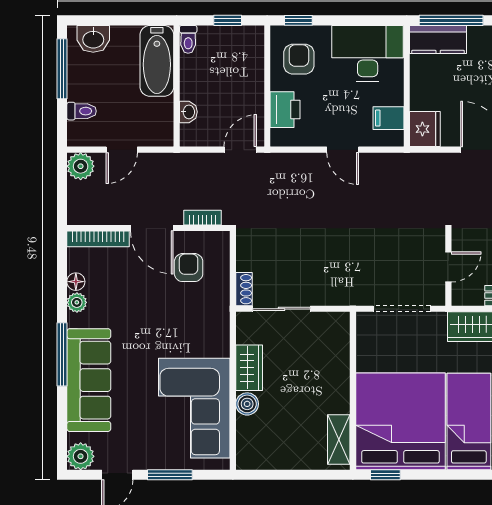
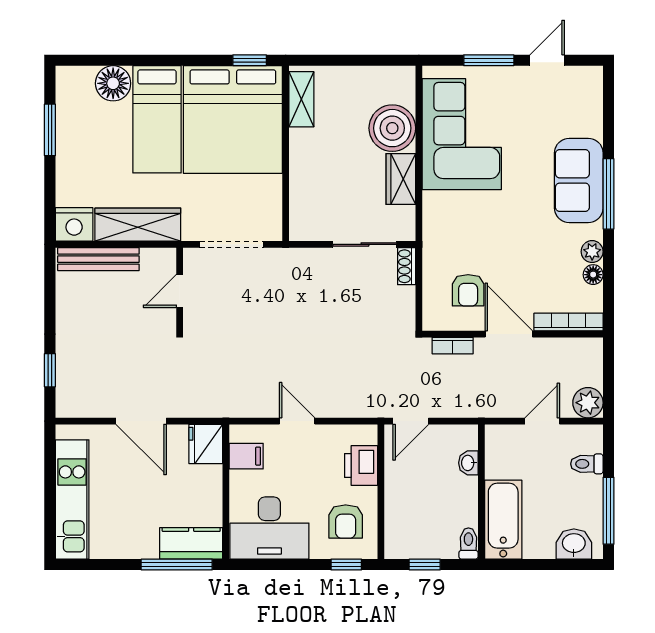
sofa: (89, 380) -> (579, 180), width x0.73
boiler: (247, 404) -> (392, 128), width x1.86, depth x1.86
plant: (81, 456) -> (588, 81), removed

